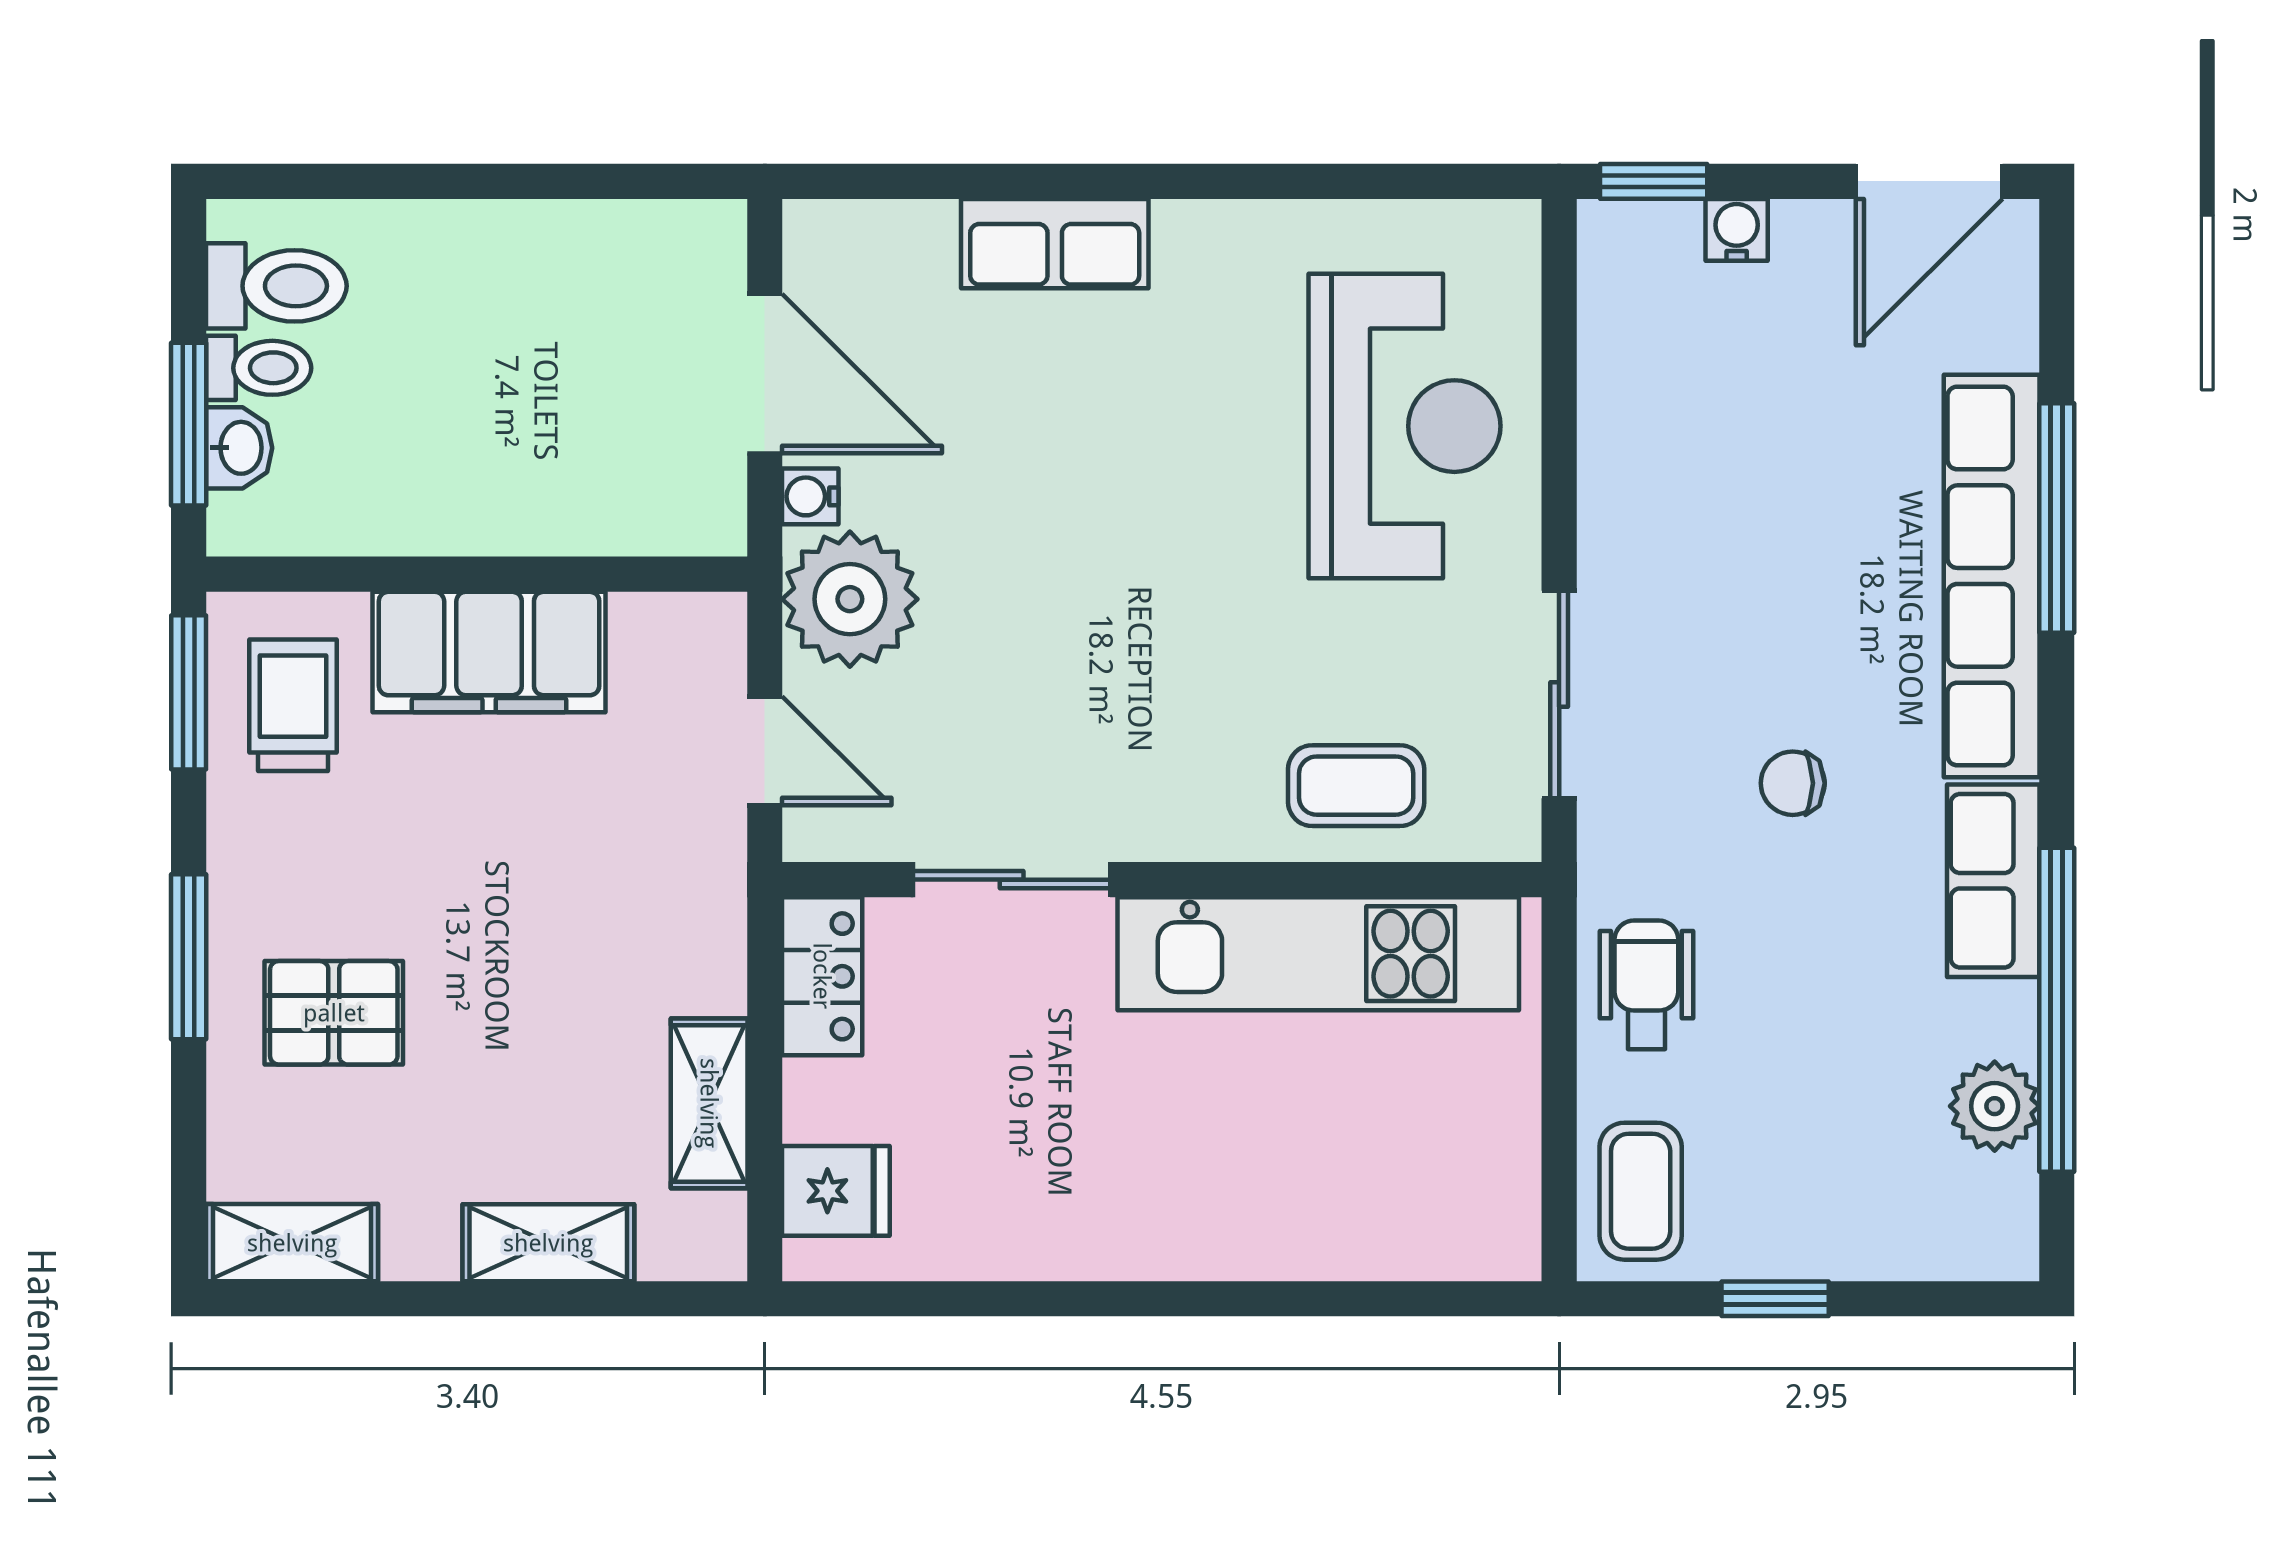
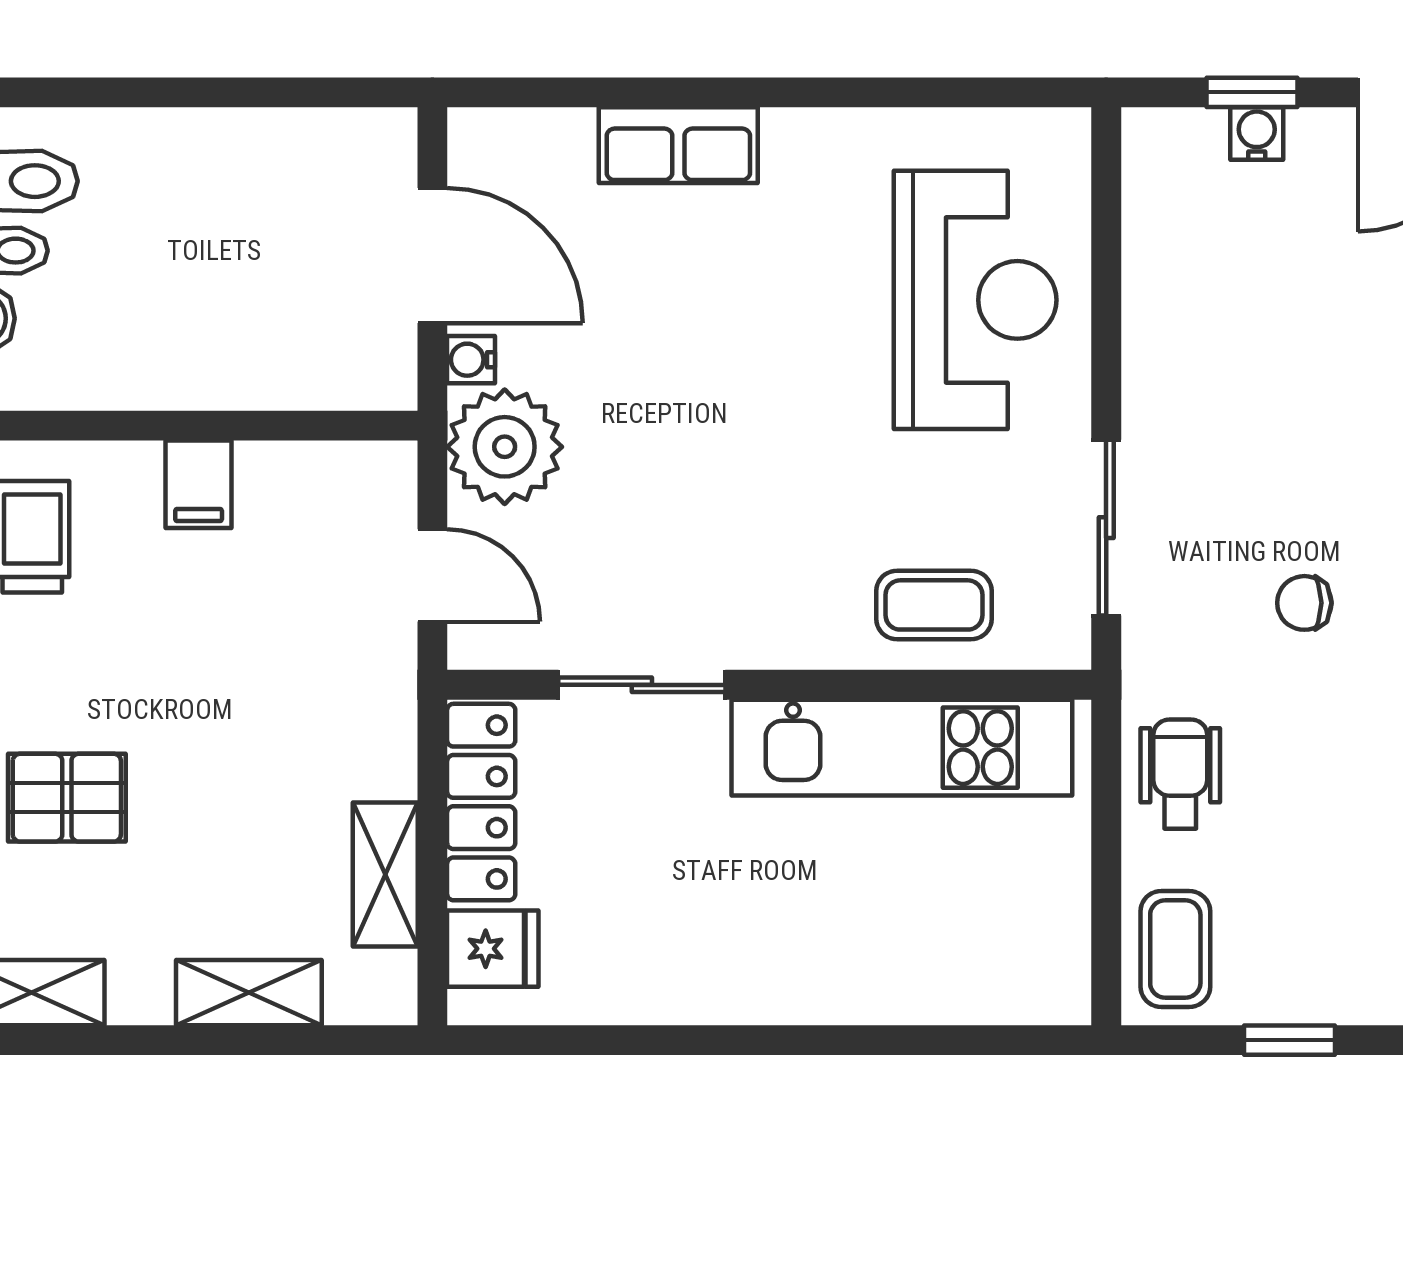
window: (1654, 181) -> (1252, 92), moved
filing cabinet: (489, 652) -> (199, 484), width x0.33, depth x0.86
locker: (822, 976) -> (481, 802), width x1.53

